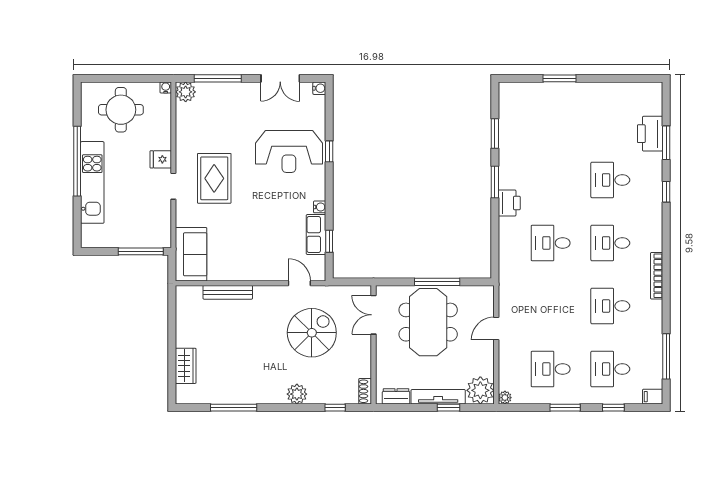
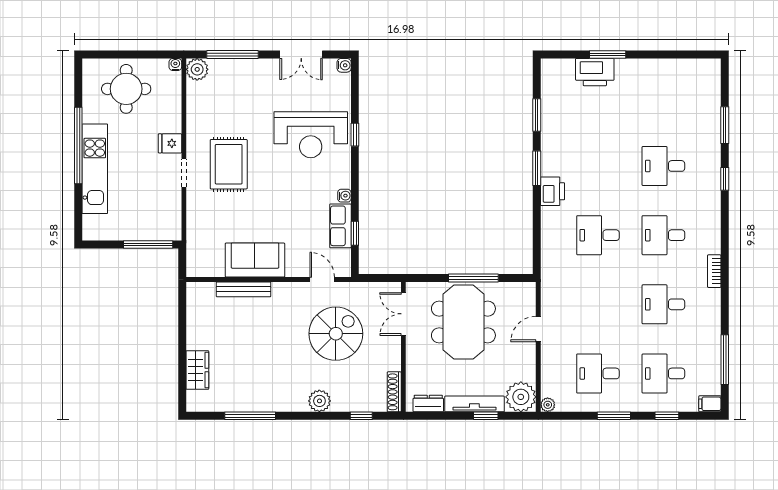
printer: (650, 134) -> (595, 72), moved, turned -90
sofa: (191, 254) -> (255, 260), moved, turned -90
bookcase: (657, 276) -> (714, 271), width x0.64
shoe rack: (365, 391) -> (394, 392), width x1.43

